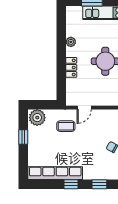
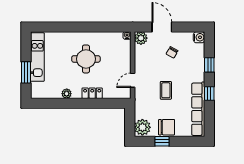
door: (84, 108) -> (133, 80), swing flipped
coffee table: (66, 126) -> (166, 90), moved
chair: (37, 142) -> (167, 127), added

